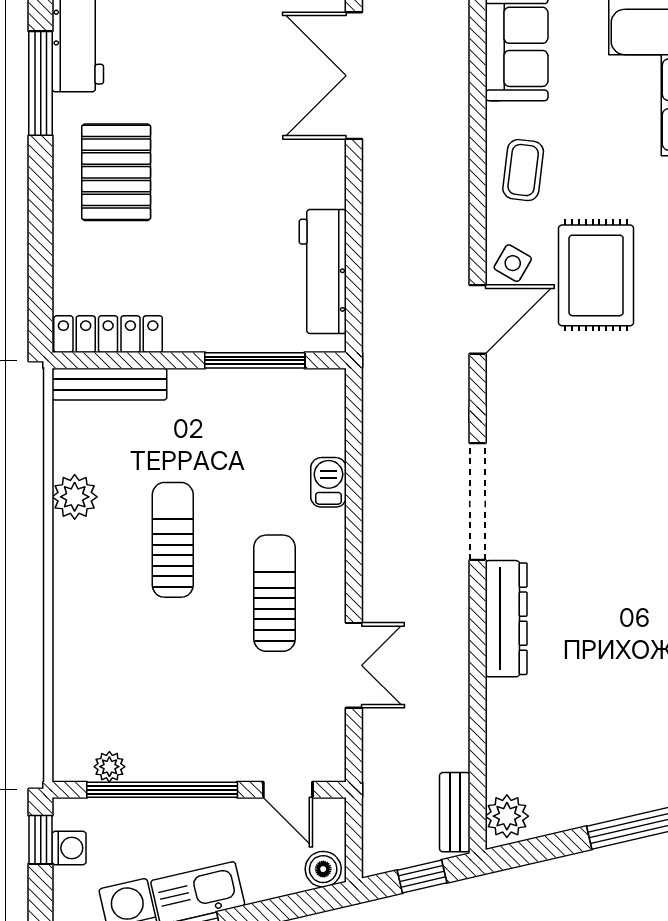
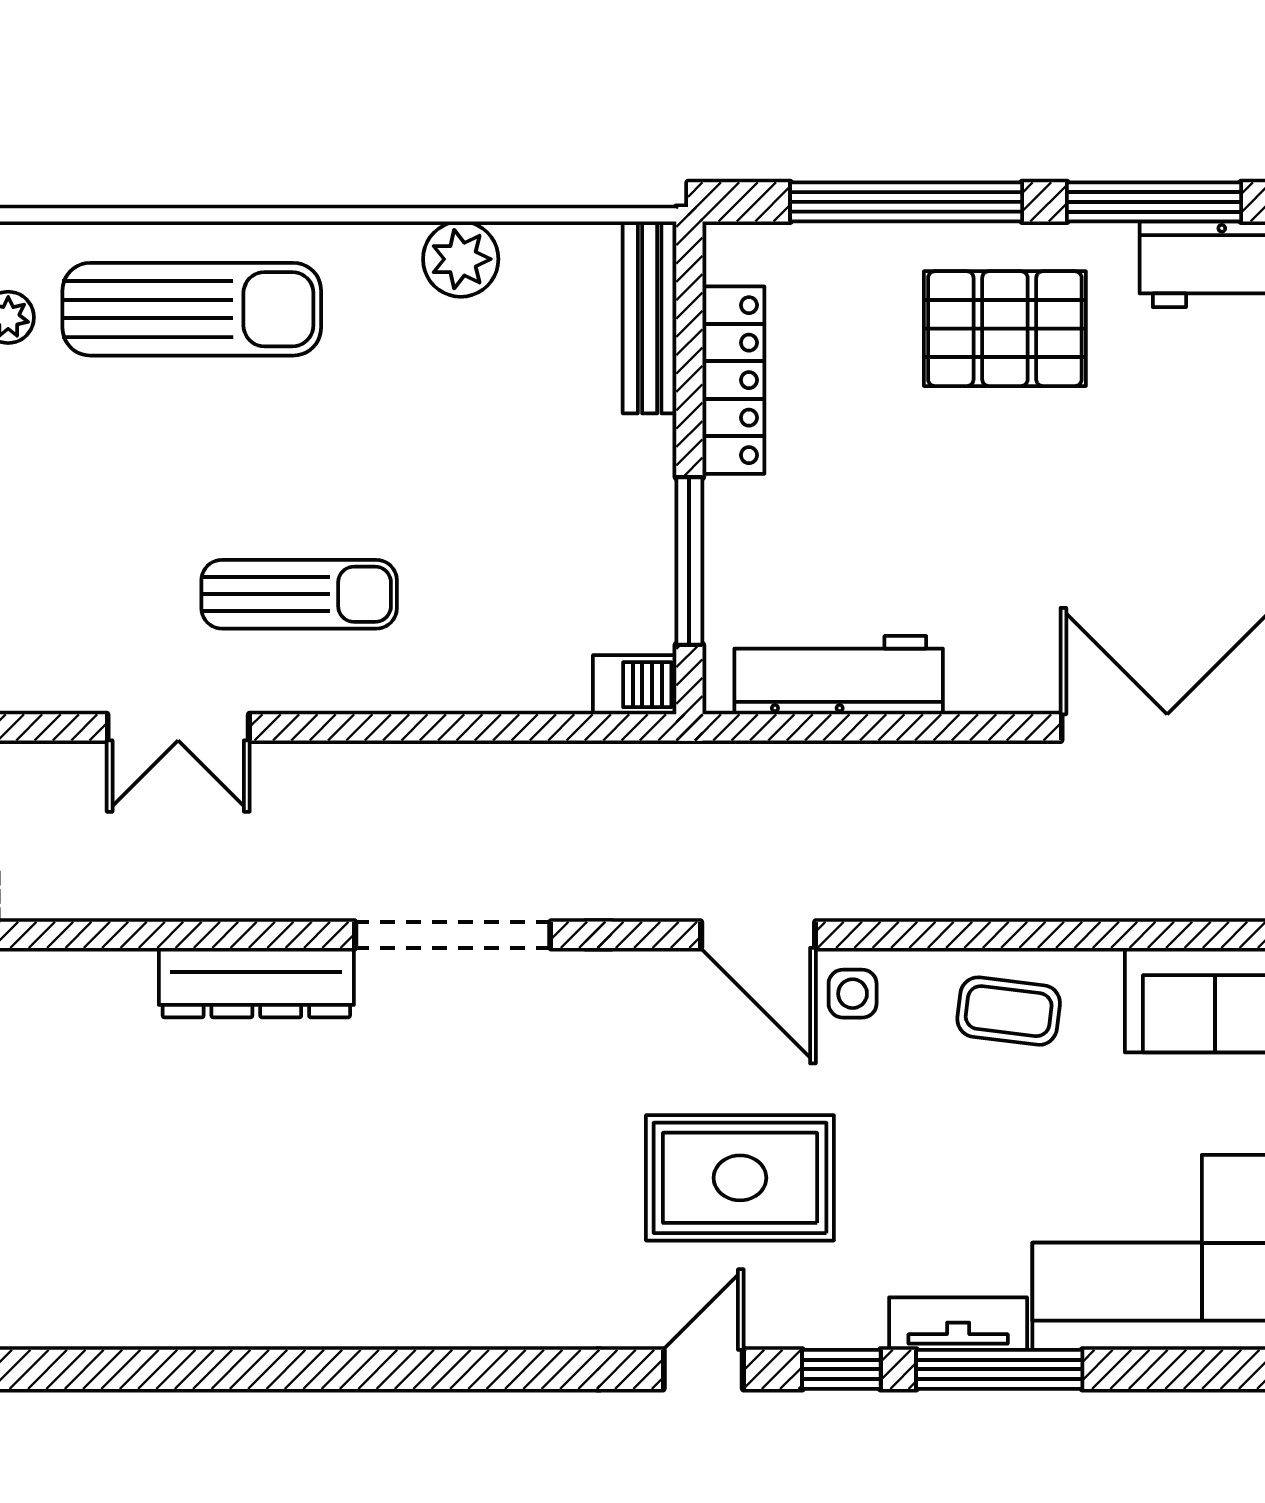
window: (41, 231) -> (906, 202), added
side table: (513, 263) -> (853, 994), turned -30
rug: (596, 275) -> (740, 1178), moved
locker: (108, 334) -> (733, 380), moved
barbecue: (328, 482) -> (635, 685), moved
sun lounger: (173, 540) -> (192, 309), moved, width x1.36, depth x1.34

